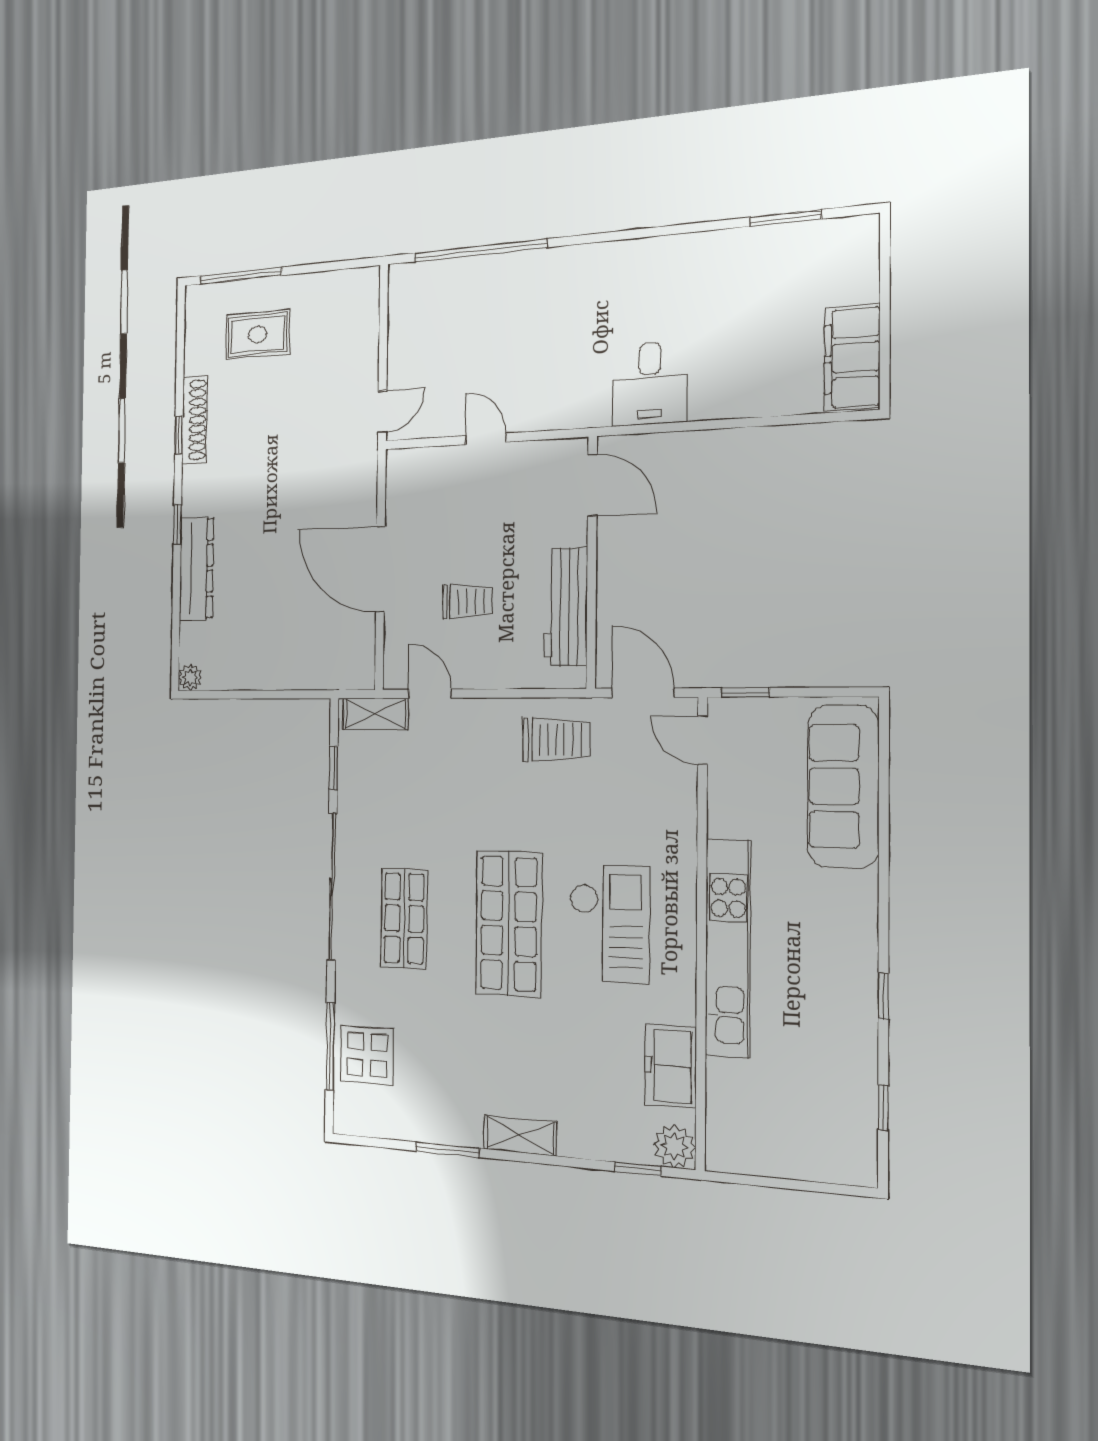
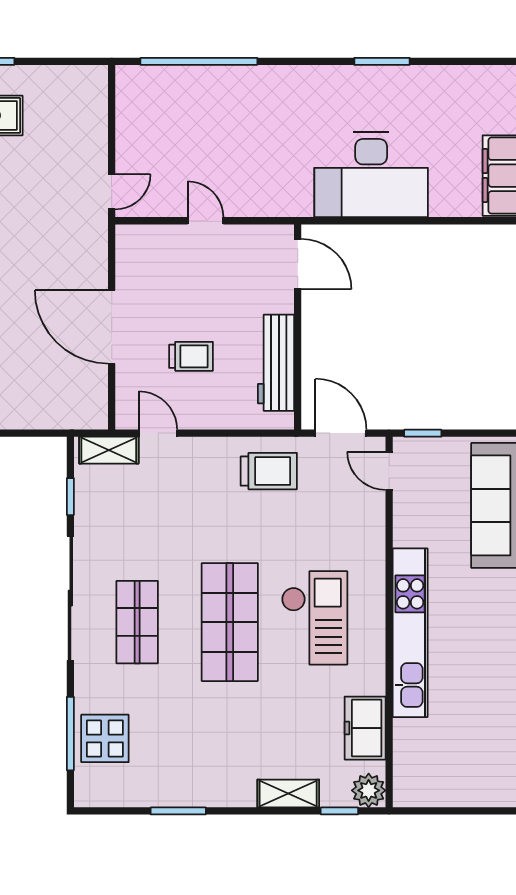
window: (785, 218) -> (382, 61), moved
desk: (650, 384) -> (371, 175), width x1.87, depth x1.30
shelving: (520, 1135) -> (288, 793), moved

